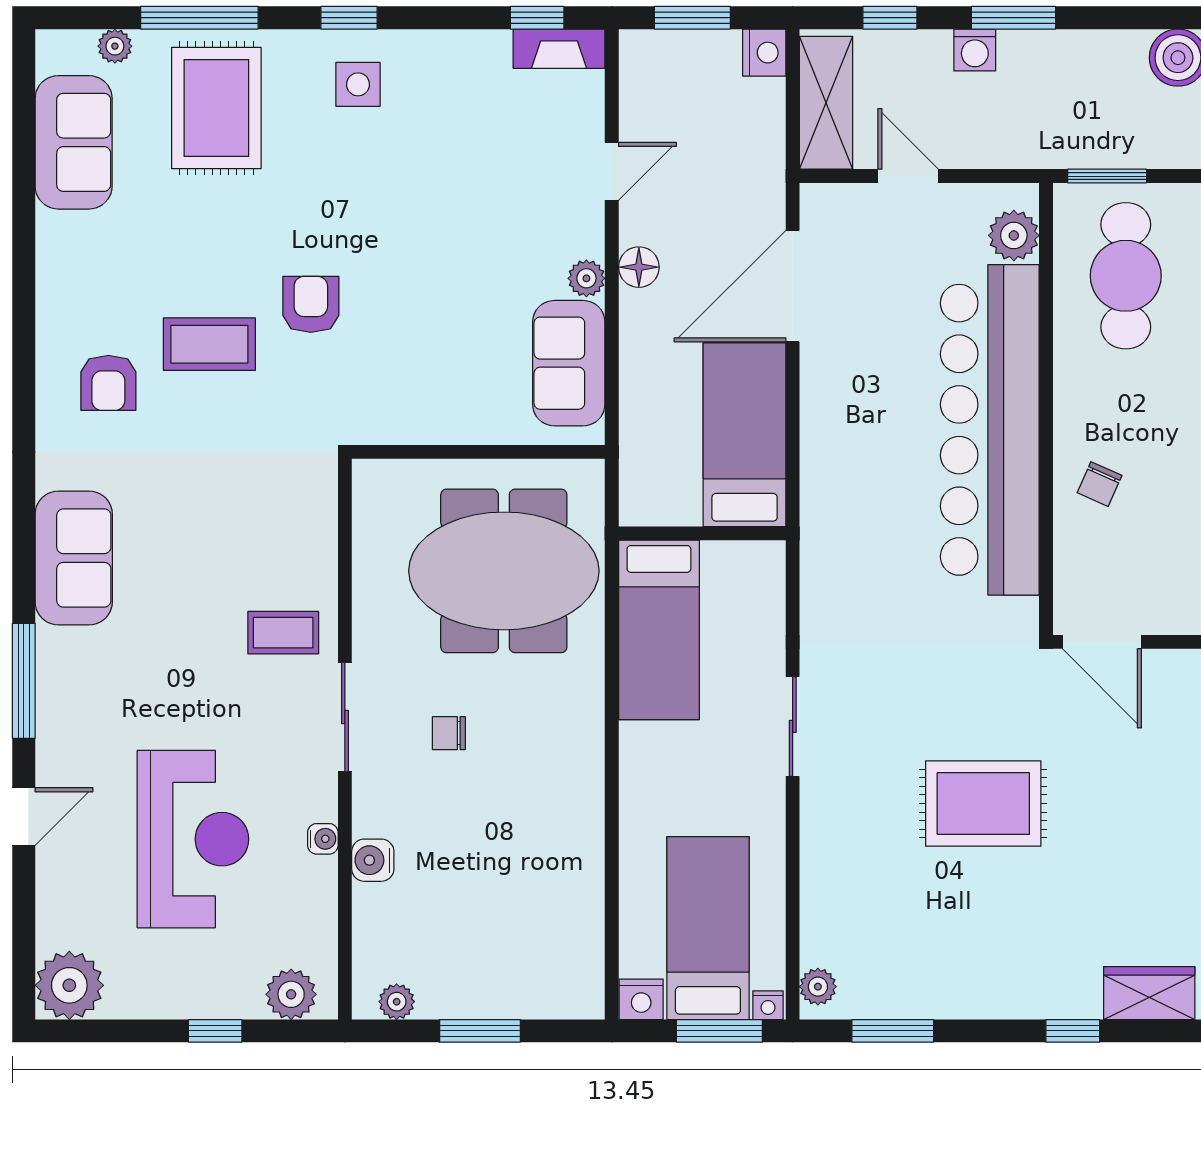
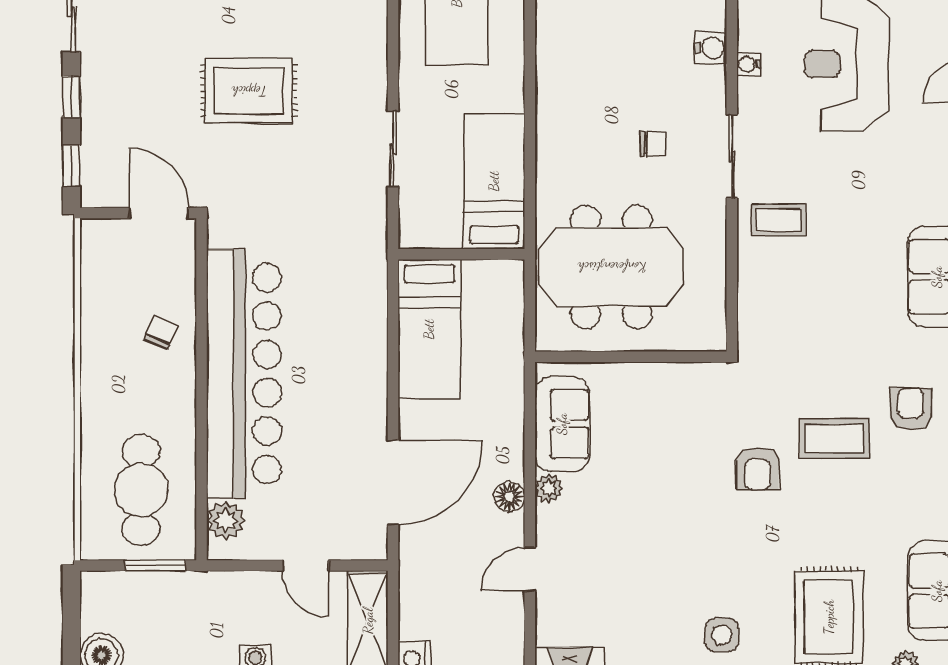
bed: (745, 435) -> (429, 329), moved
wall: (702, 533) -> (461, 254), moved
bed: (659, 630) -> (494, 181), moved

